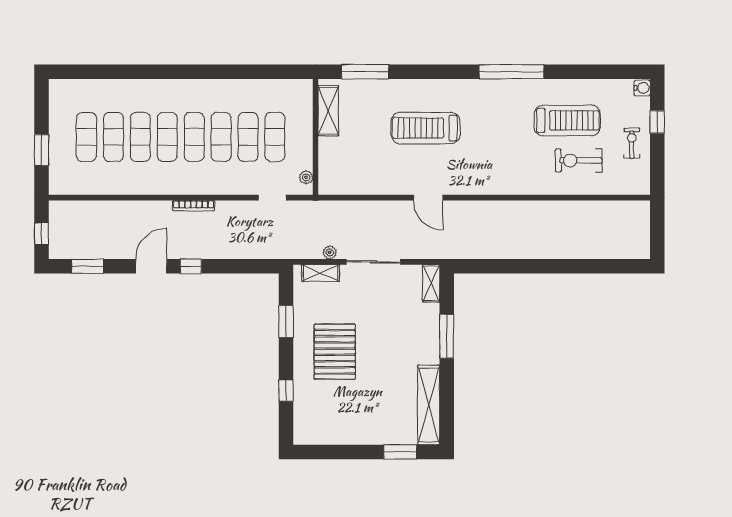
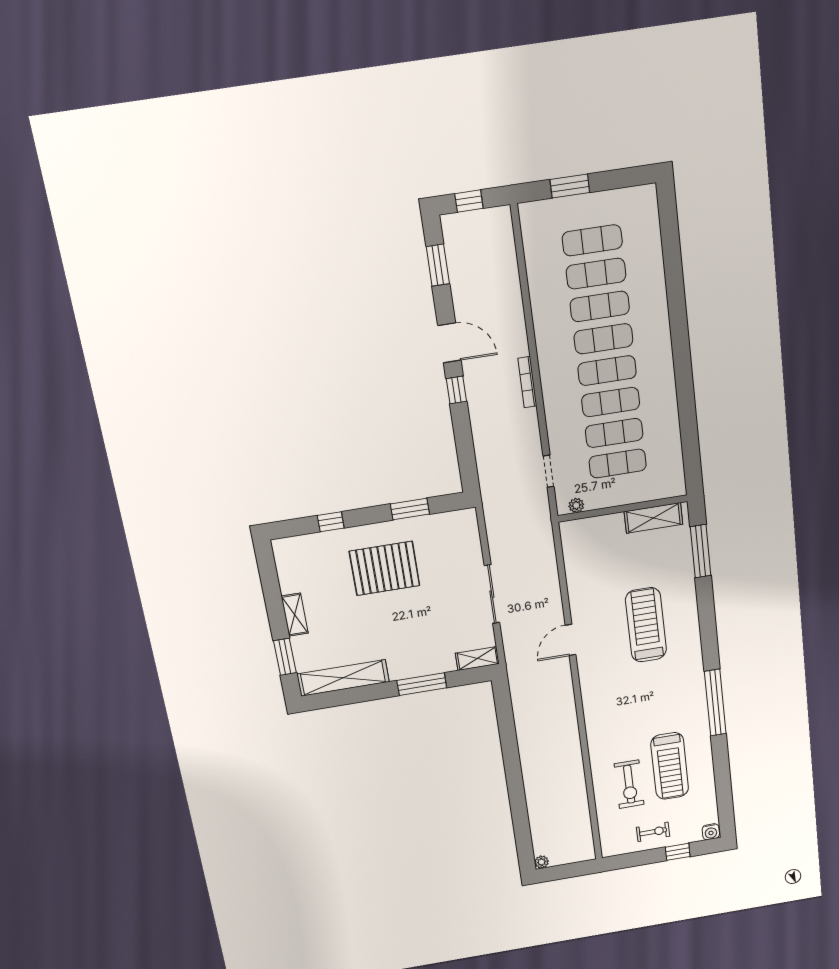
exercise bike: (579, 160) -> (629, 784), turned 180
plant: (330, 252) -> (542, 862), moved
shelving: (321, 273) -> (295, 615), moved

